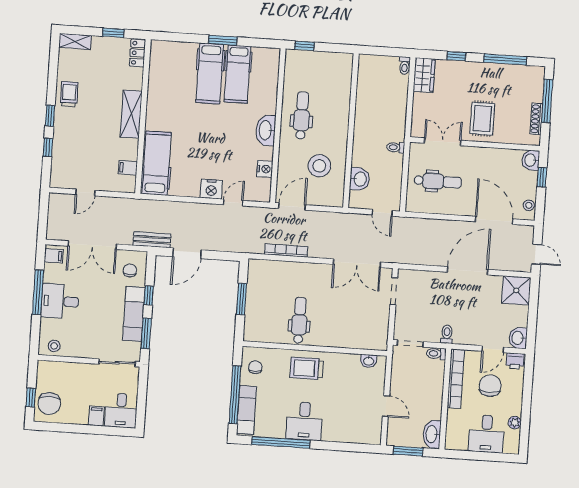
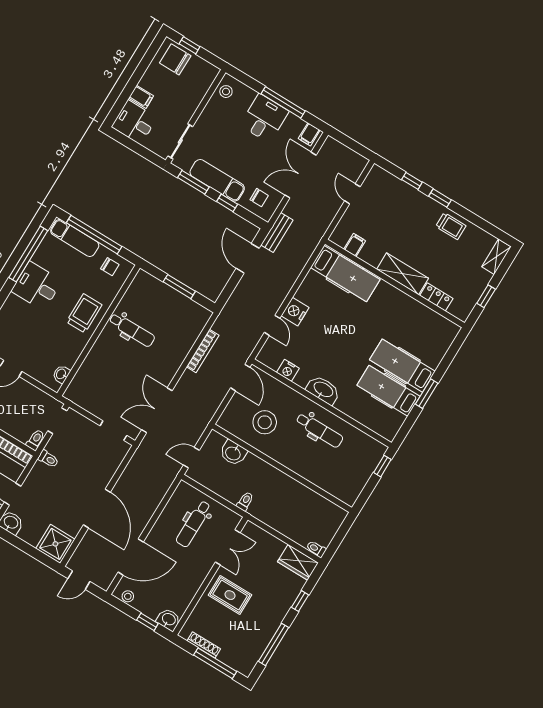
locker: (138, 53) -> (436, 297), moved

